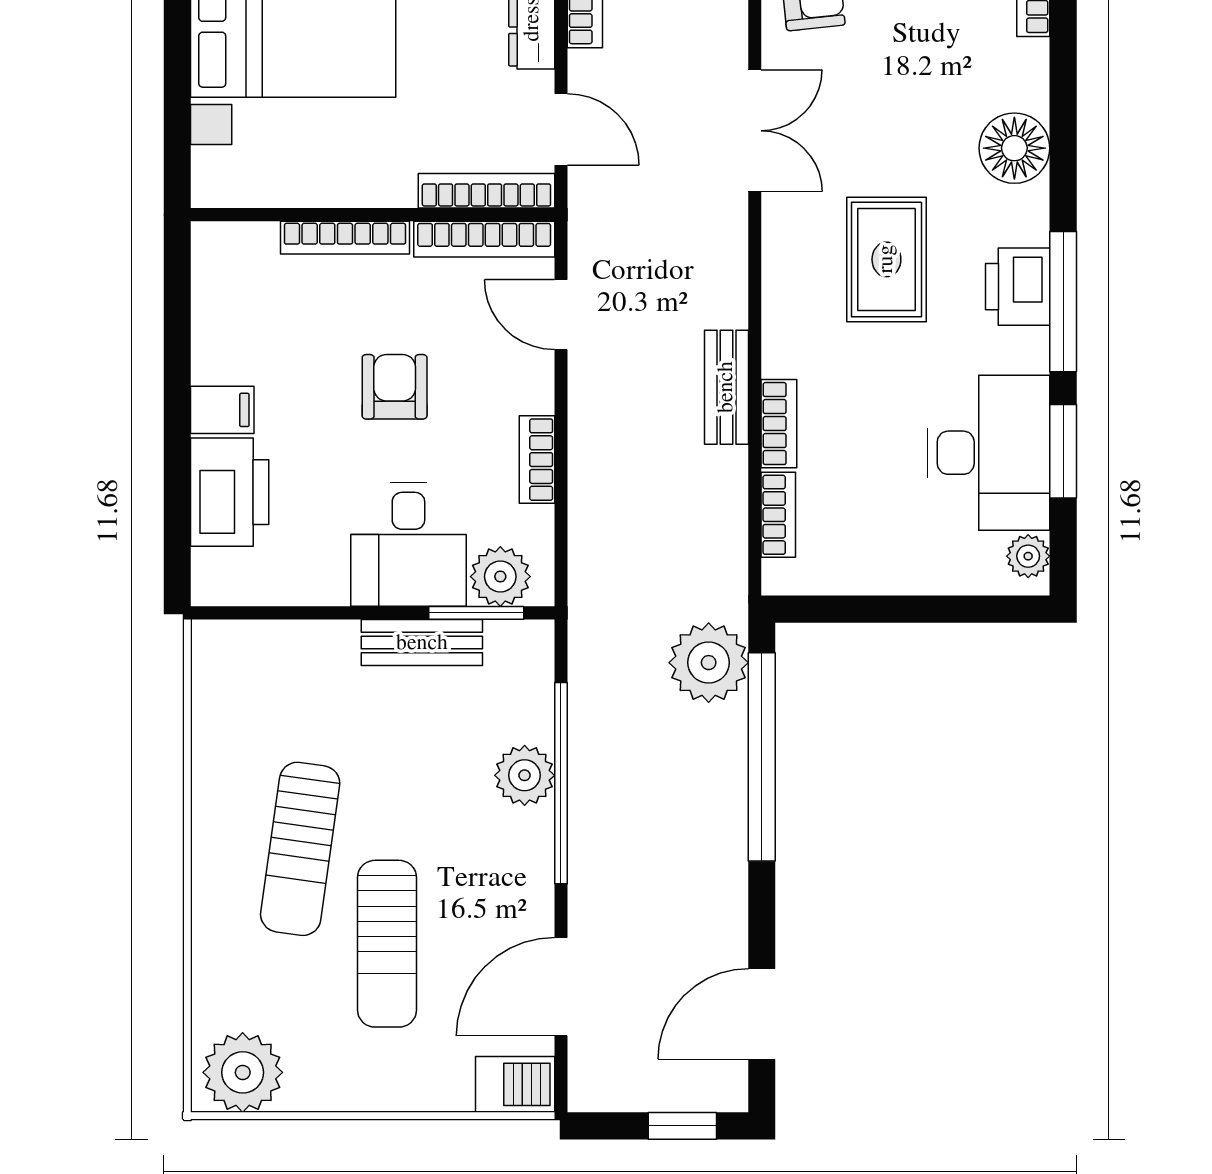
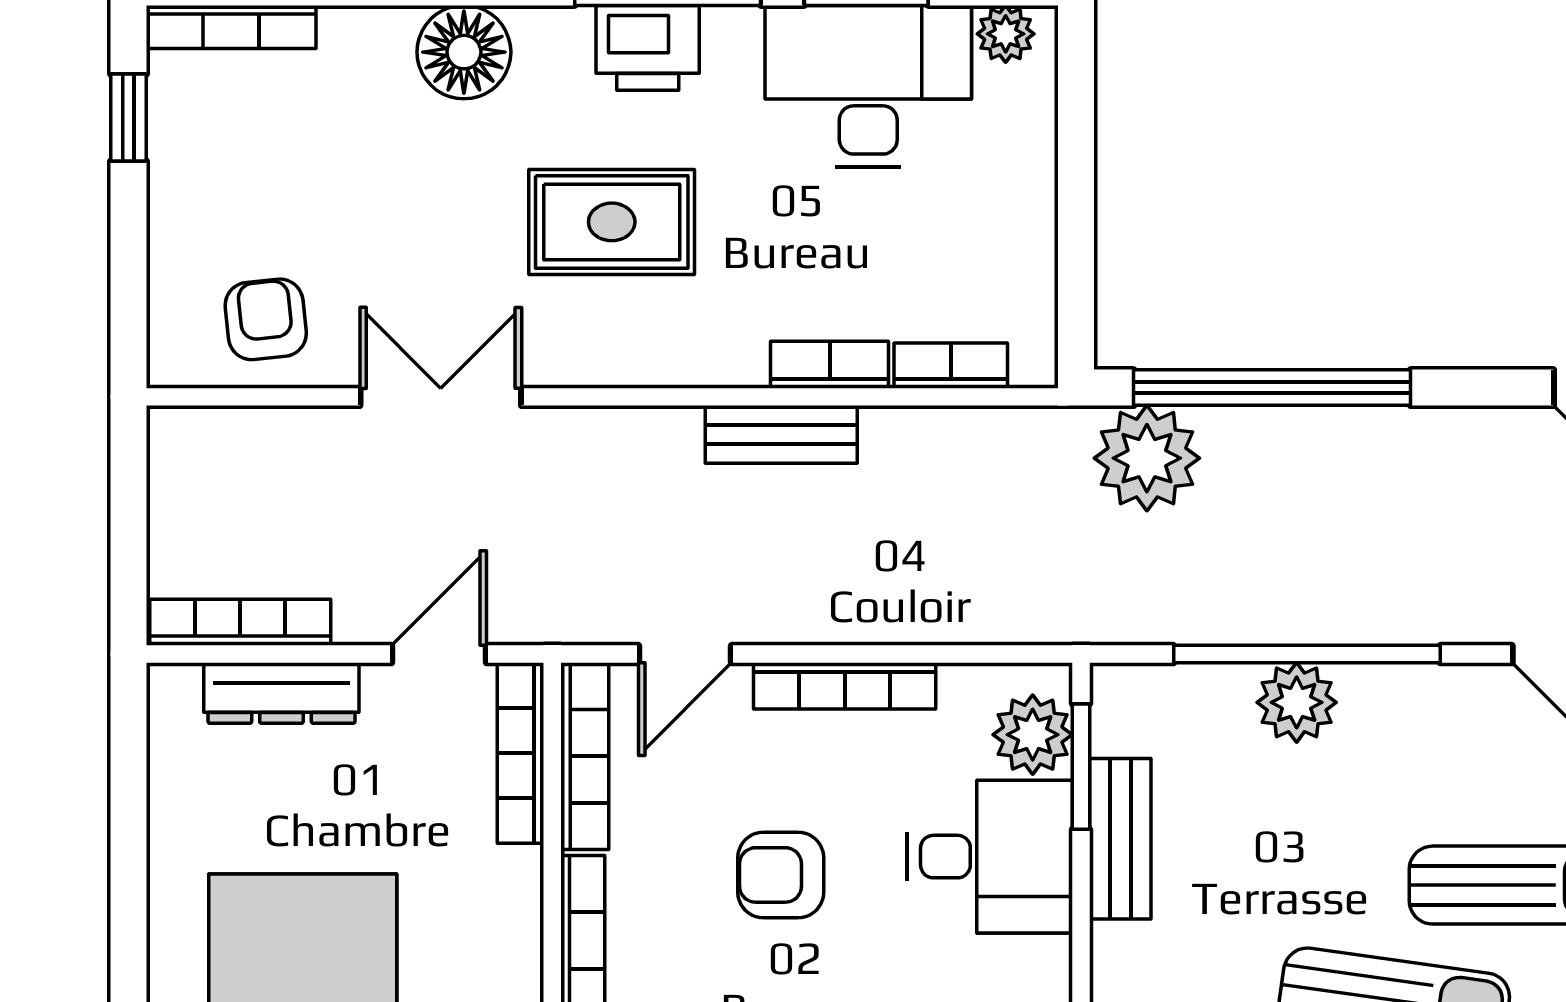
bookcase: (537, 460) -> (845, 686), width x1.56

